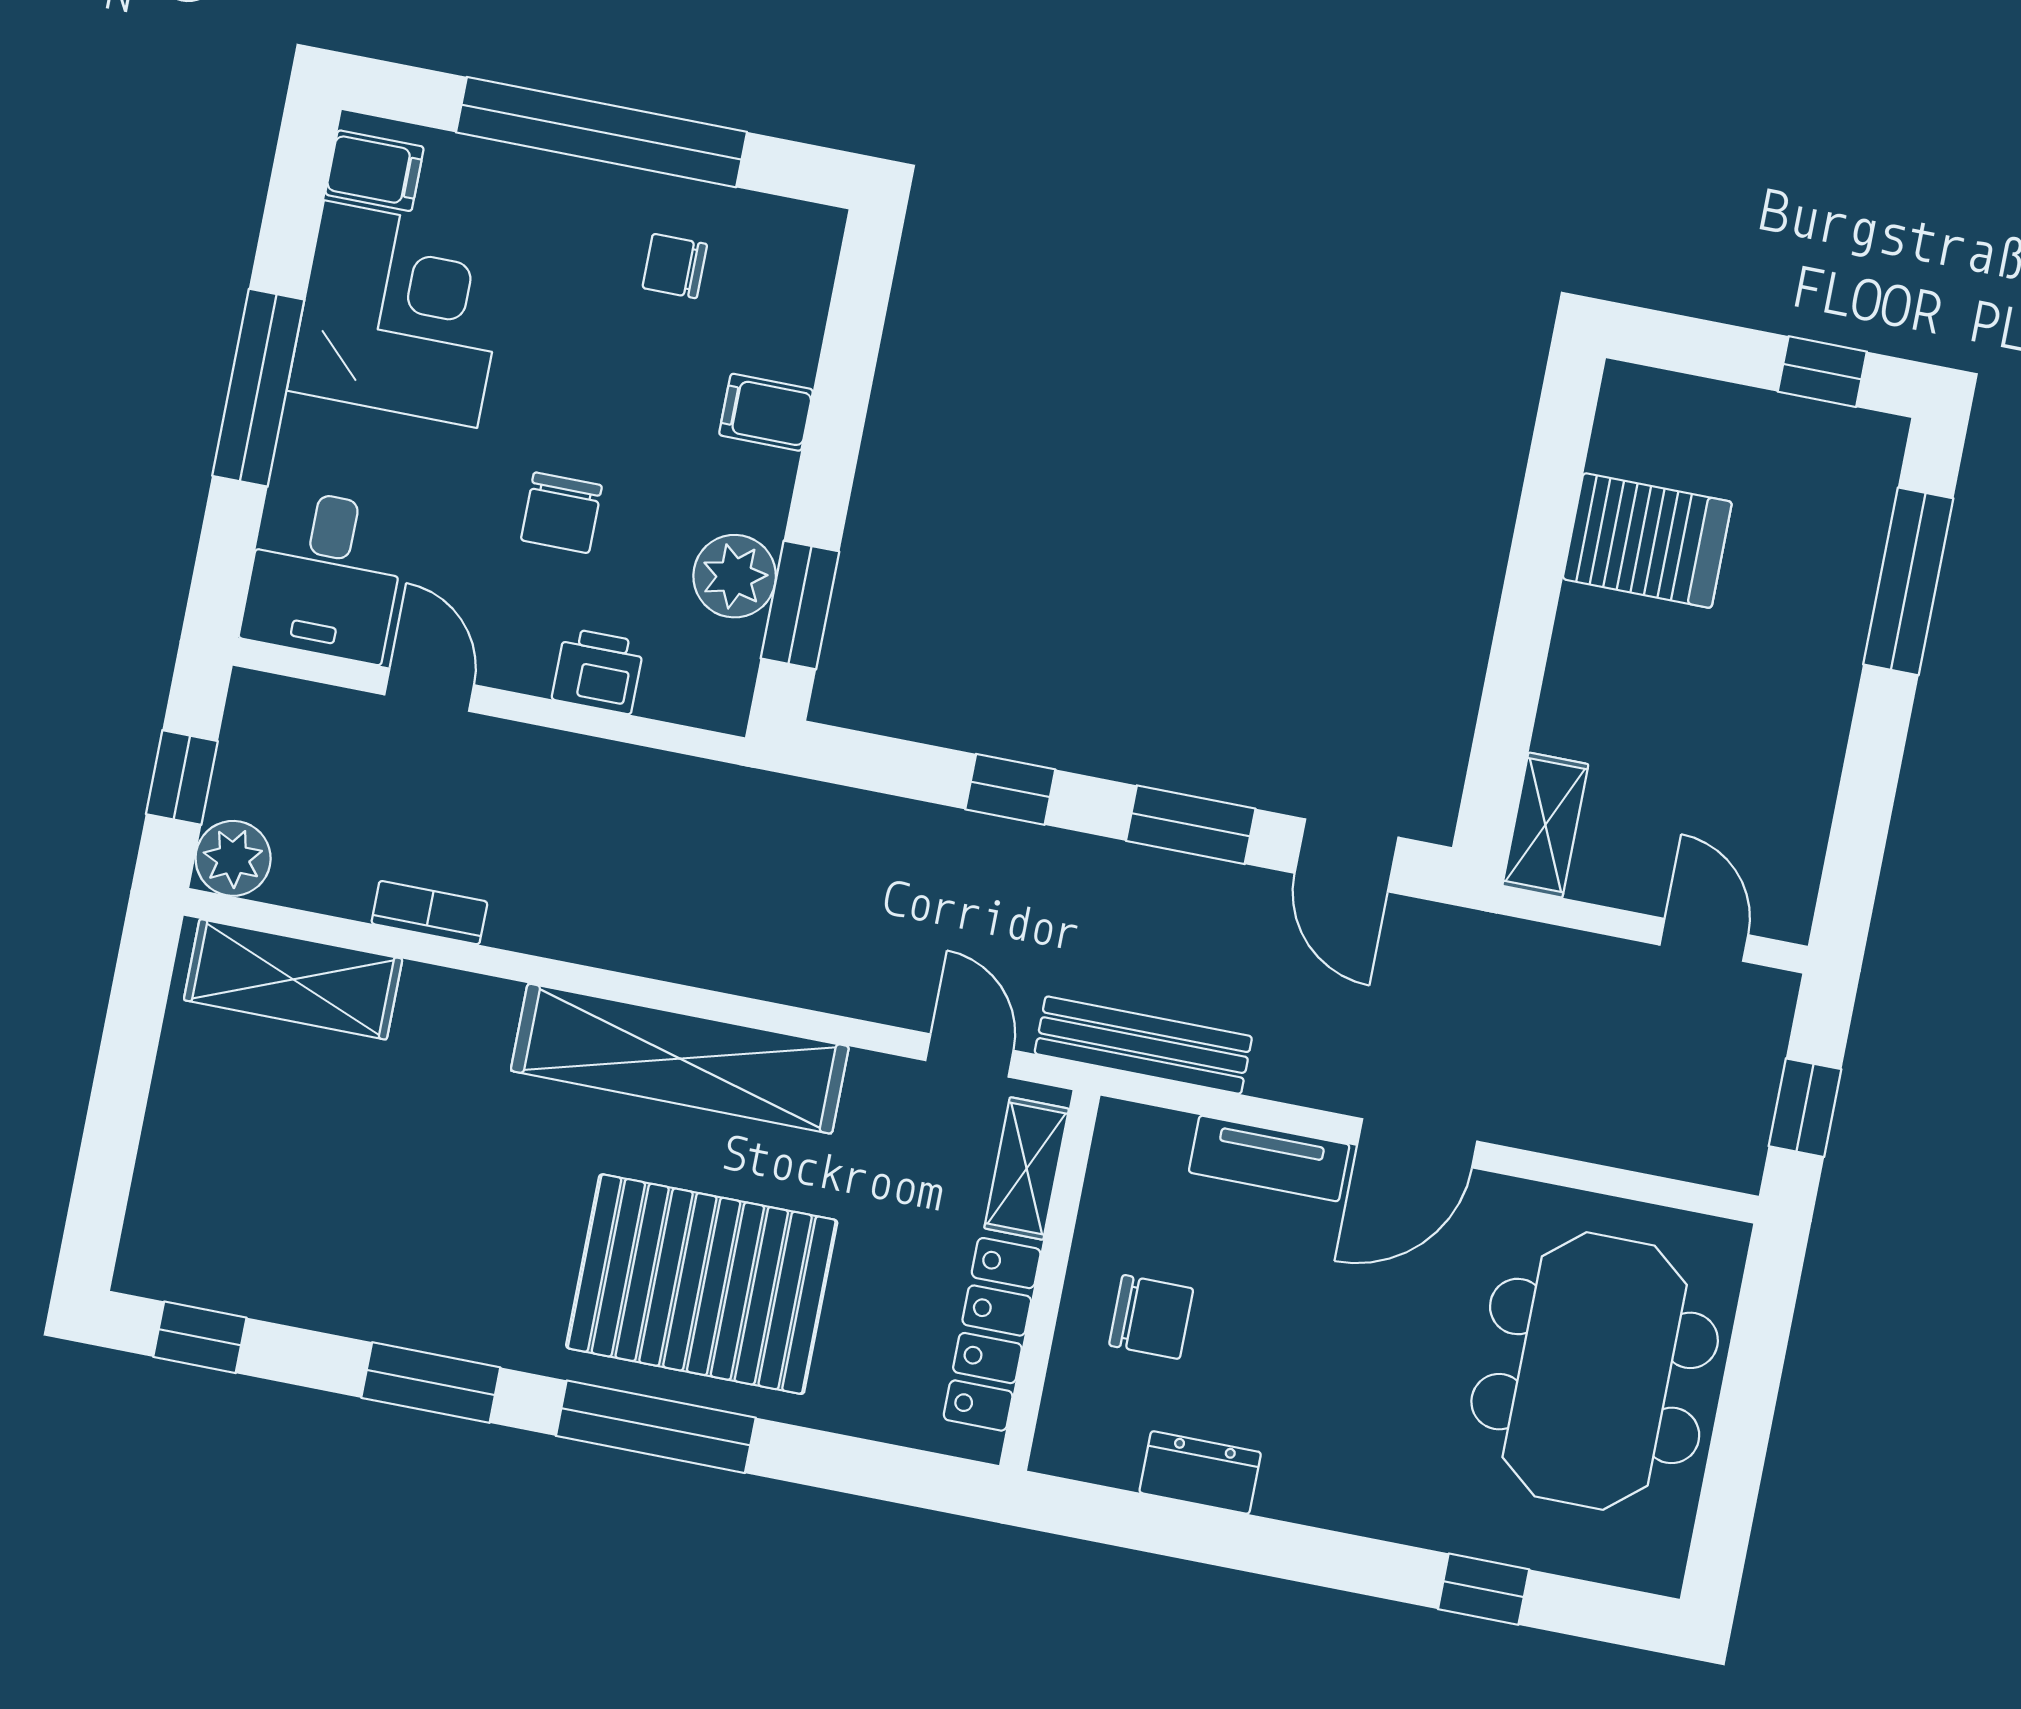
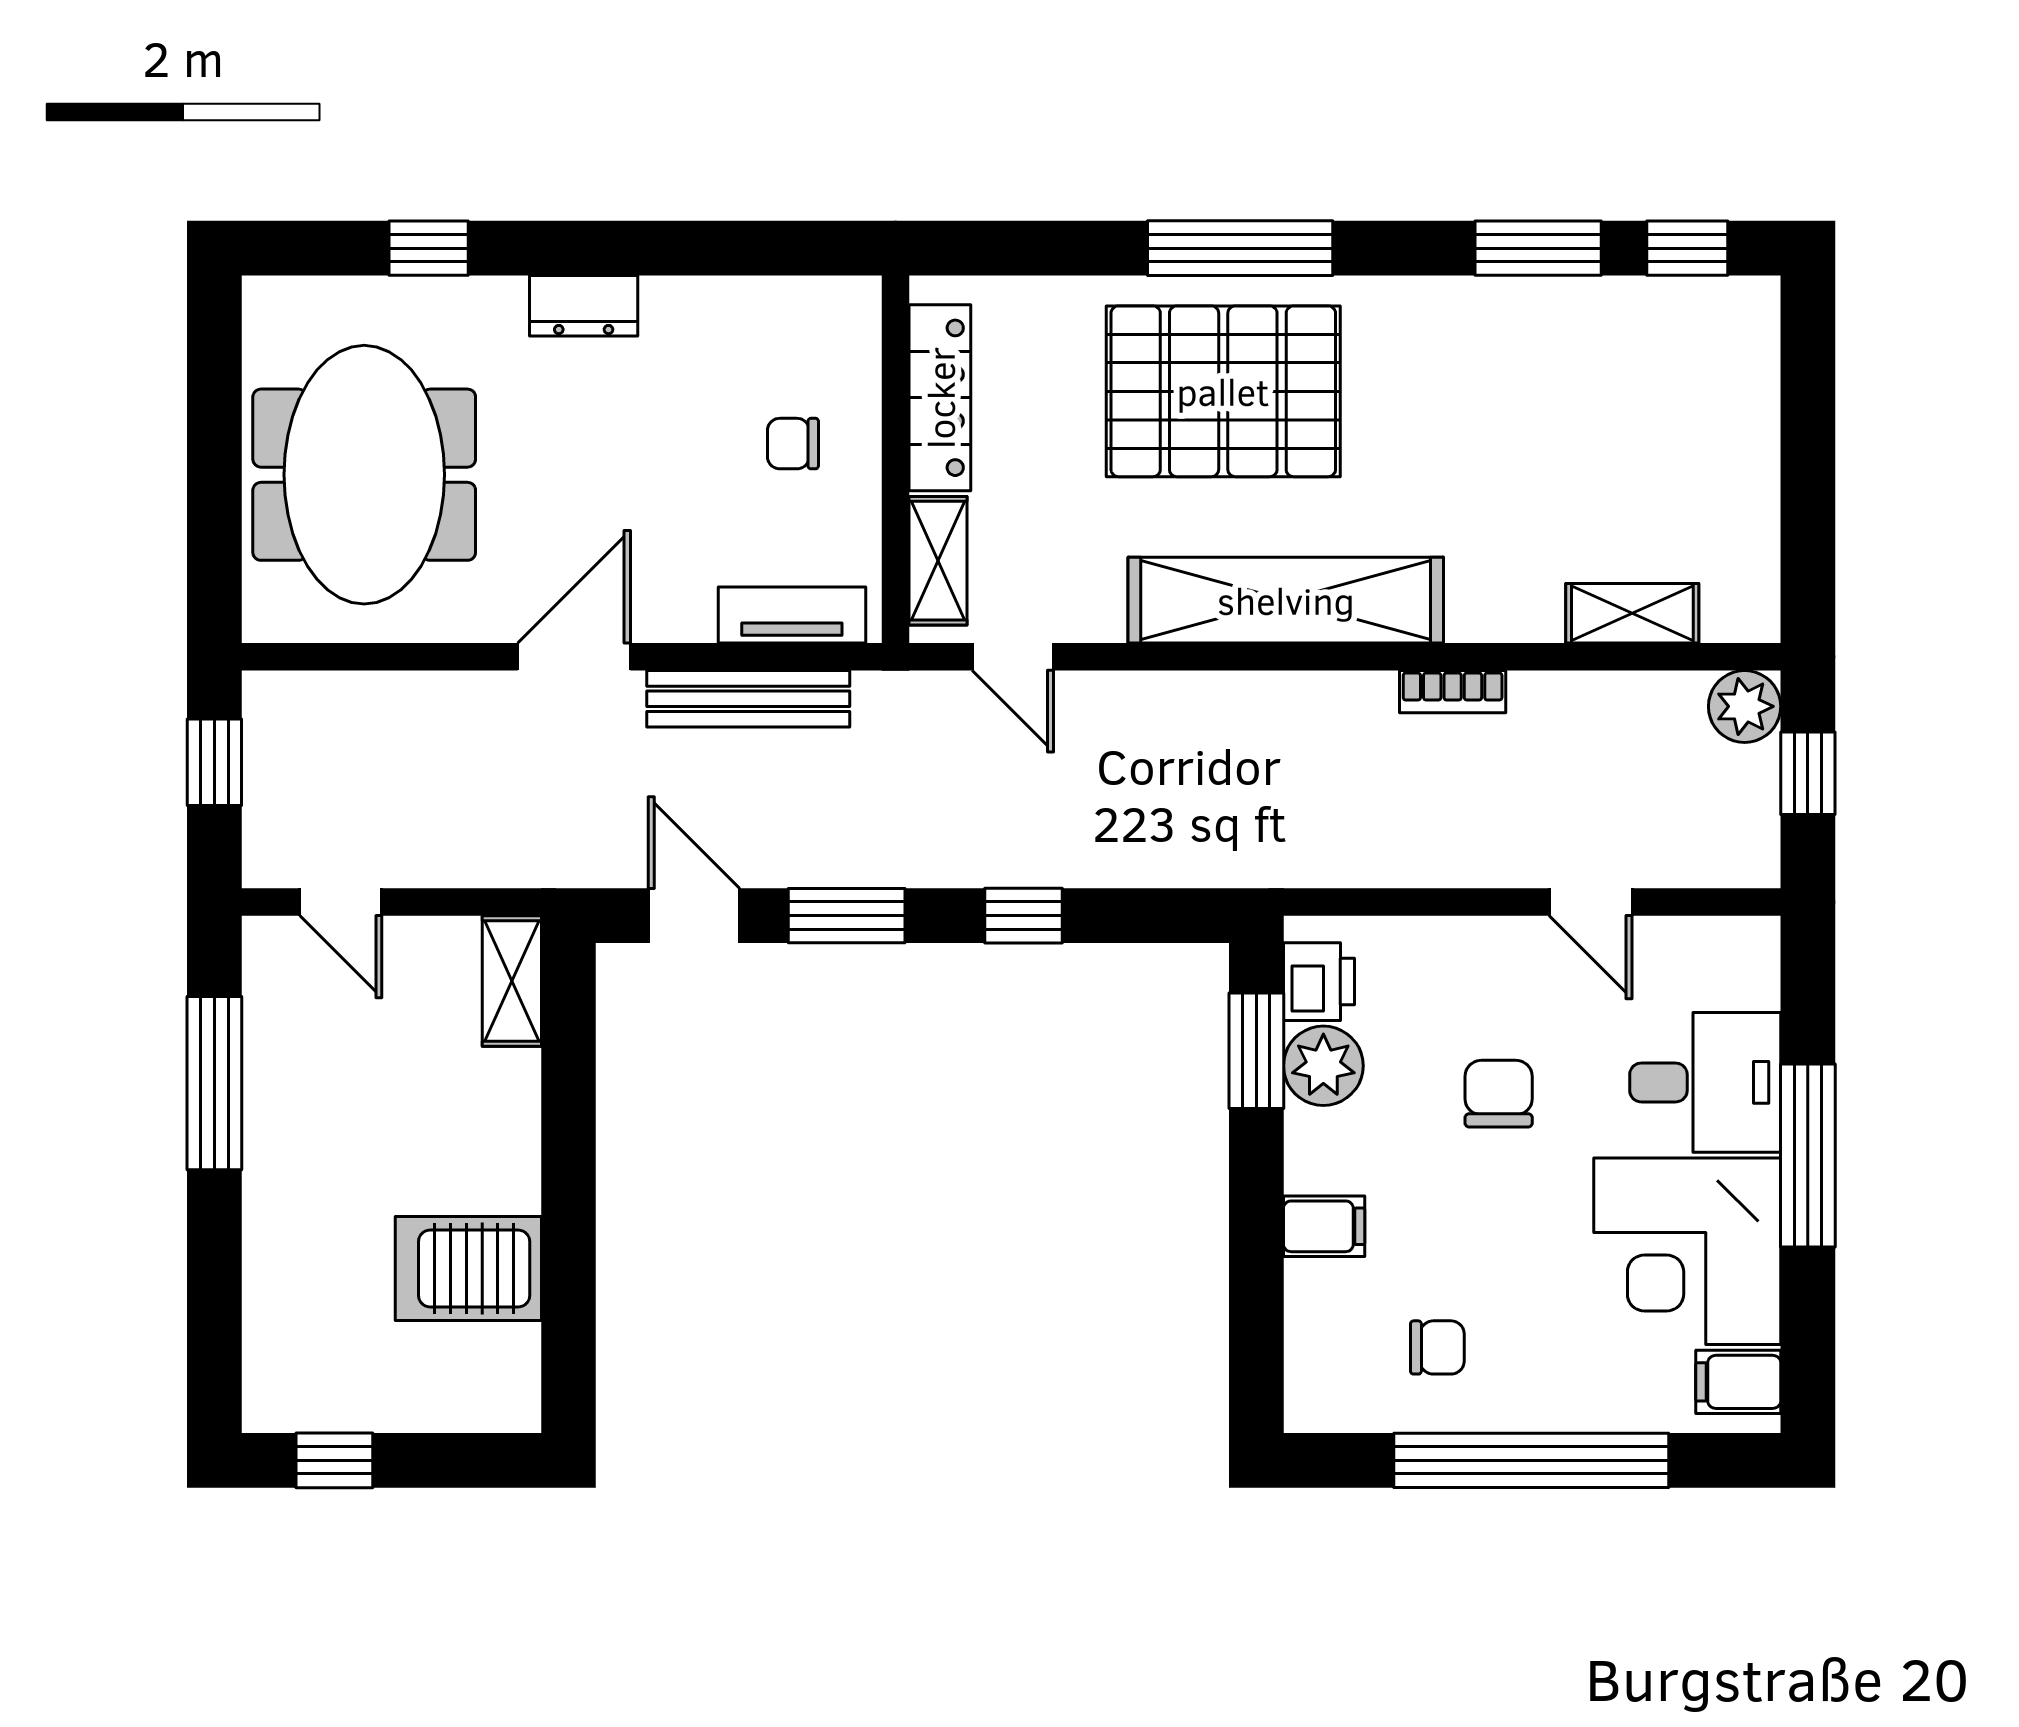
desk: (325, 575) -> (1705, 1082), moved, turned 90
window: (1908, 581) -> (214, 1083), moved
printer: (598, 671) -> (1319, 982), moved, turned -90
bookcase: (429, 913) -> (1453, 692), moved
shelving: (293, 979) -> (1632, 613), width x0.67, depth x0.75
bench: (1143, 1045) -> (748, 699), moved
tv unit: (1269, 1158) -> (792, 615), moved
chair: (1151, 1317) -> (793, 444), width x0.73, depth x0.73
window: (431, 1383) -> (1538, 248), moved
dresser: (1200, 1472) -> (584, 306), moved

